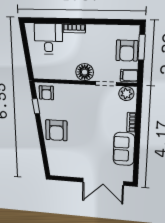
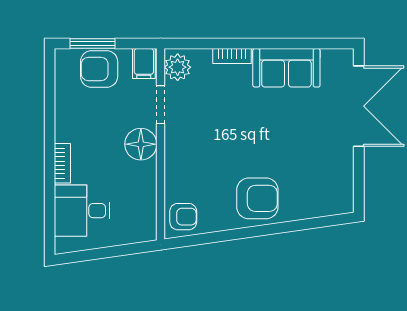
armchair: (127, 51) -> (99, 69), turned 180
window: (36, 106) -> (211, 238), removed

